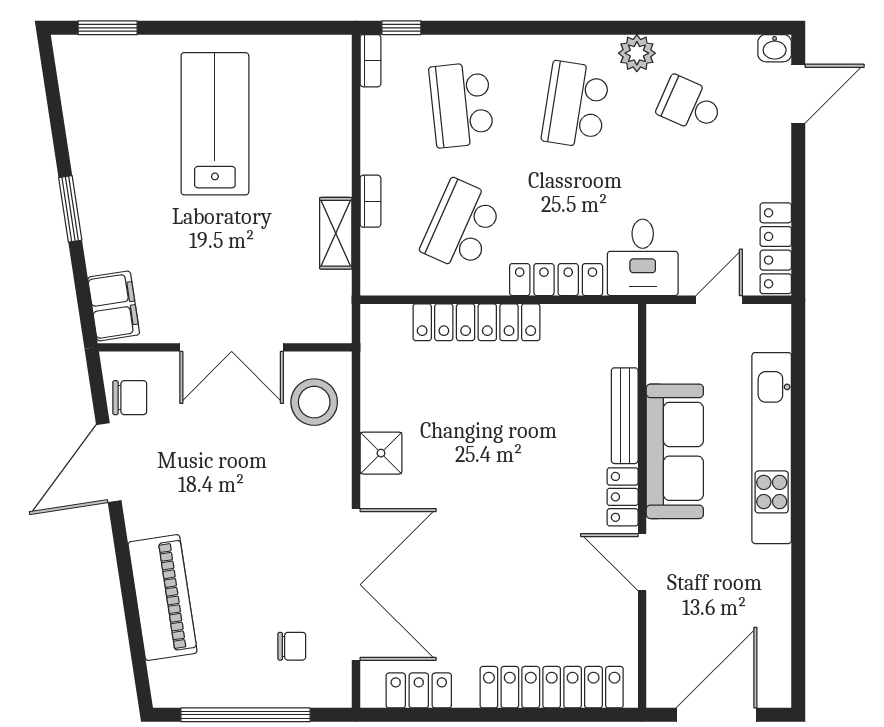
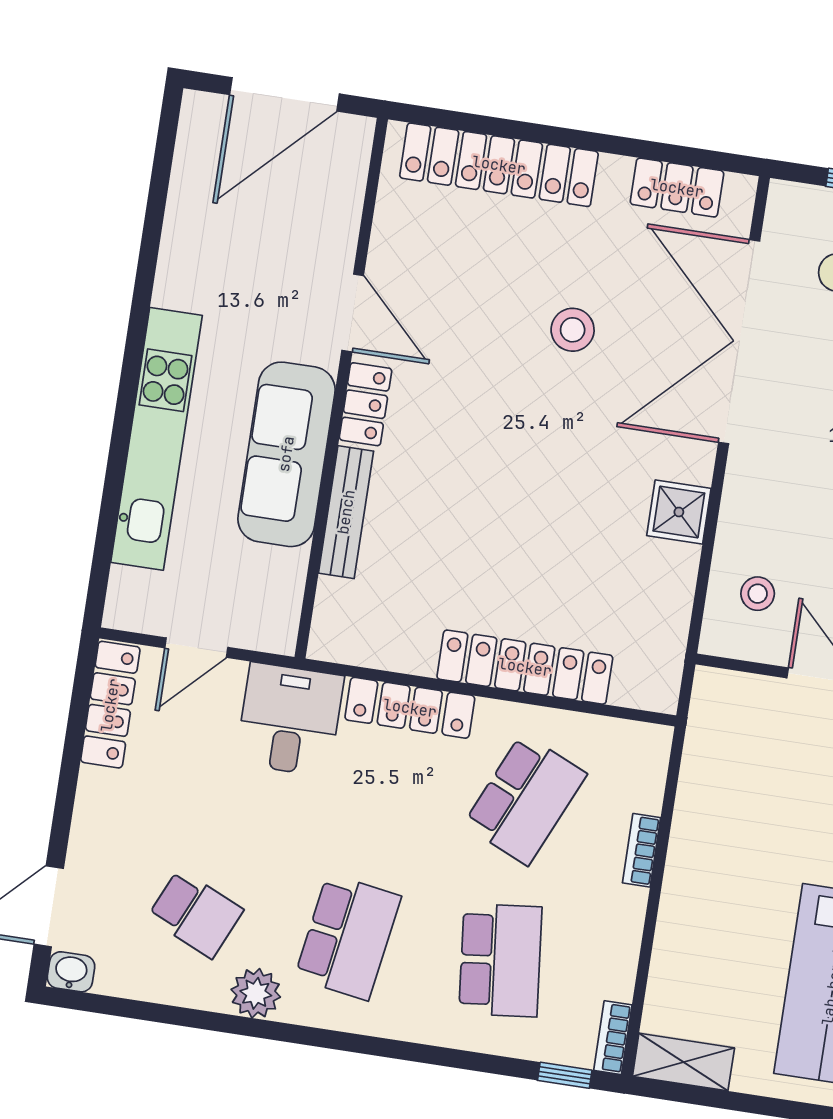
shelving: (336, 233) -> (683, 1062), moved, turned 90
stool: (314, 402) -> (758, 594), width x0.53, depth x0.53
stool: (479, 575) -> (573, 330), added

